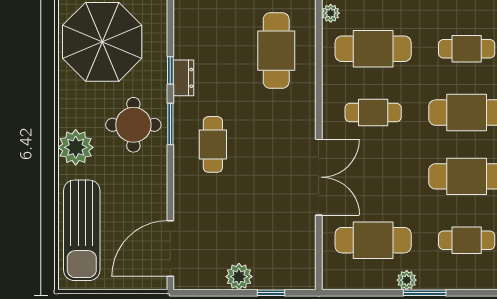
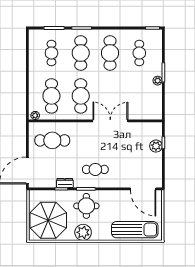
cafe table: (373, 113) -> (81, 96), width x1.37, depth x1.35
plant: (76, 147) -> (83, 232), moved
cafe table: (373, 240) -> (139, 96), removed
plant: (239, 277) -> (156, 146), moved

